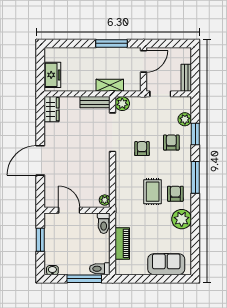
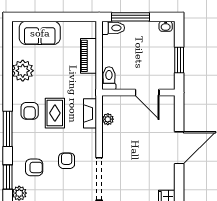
armchair: (171, 143) -> (34, 167), turned -90
armchair: (142, 149) -> (67, 161), turned 180
fireplace: (121, 191) -> (90, 113), added
plant: (105, 200) -> (108, 119), moved
plant: (182, 219) -> (23, 71), moved

